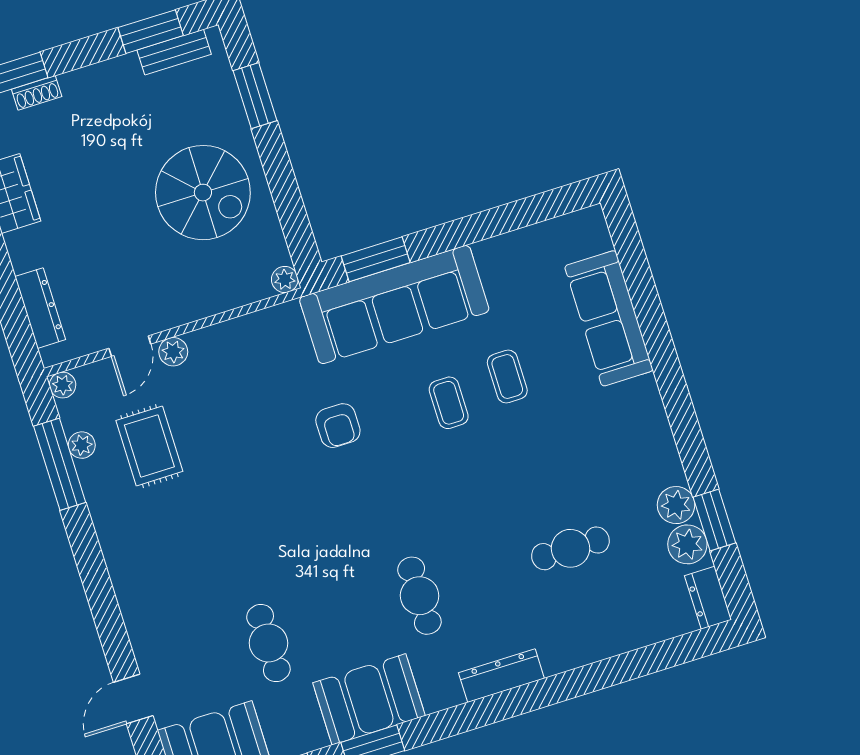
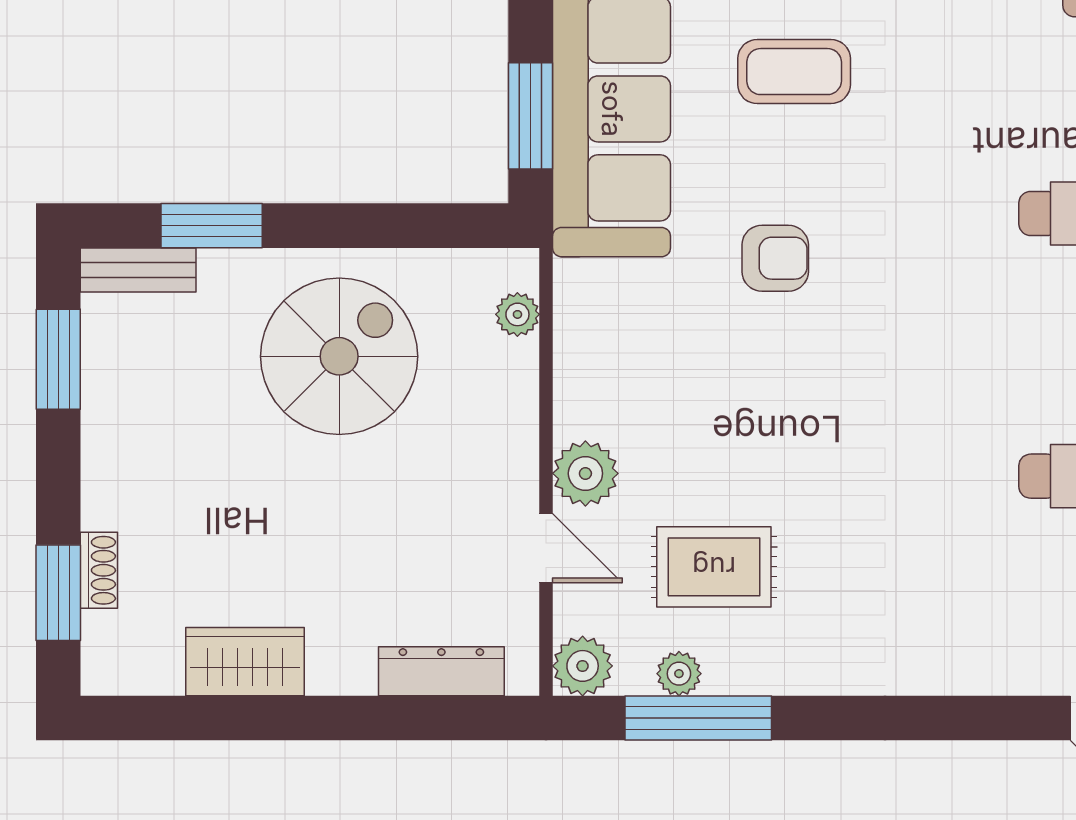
bench: (174, 52) -> (138, 270), moved, turned 90
plant: (285, 279) -> (517, 314), moved
plant: (173, 352) -> (585, 473), width x1.38, depth x1.38
plant: (63, 385) -> (583, 666), width x1.38, depth x1.38
coffee table: (449, 403) -> (794, 72), width x1.36, depth x1.30

